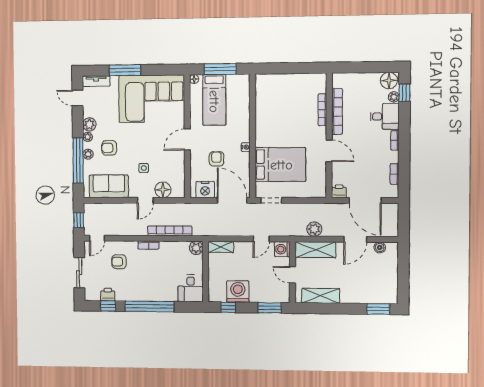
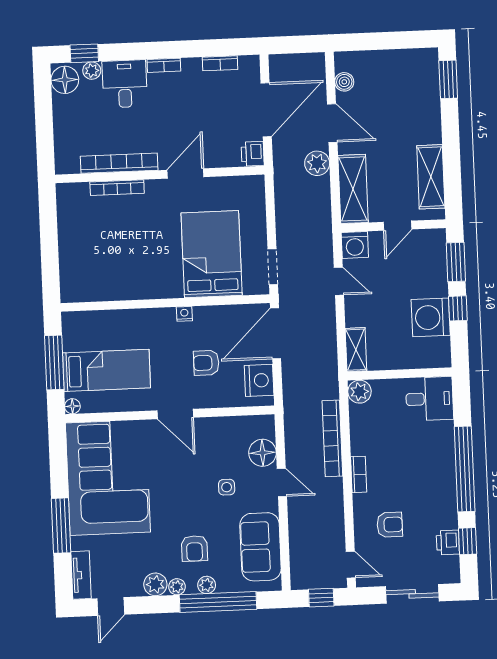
plant: (314, 229) -> (317, 163), moved
armchair: (119, 262) -> (390, 525), turned -90
window: (228, 307) -> (458, 308), moved

